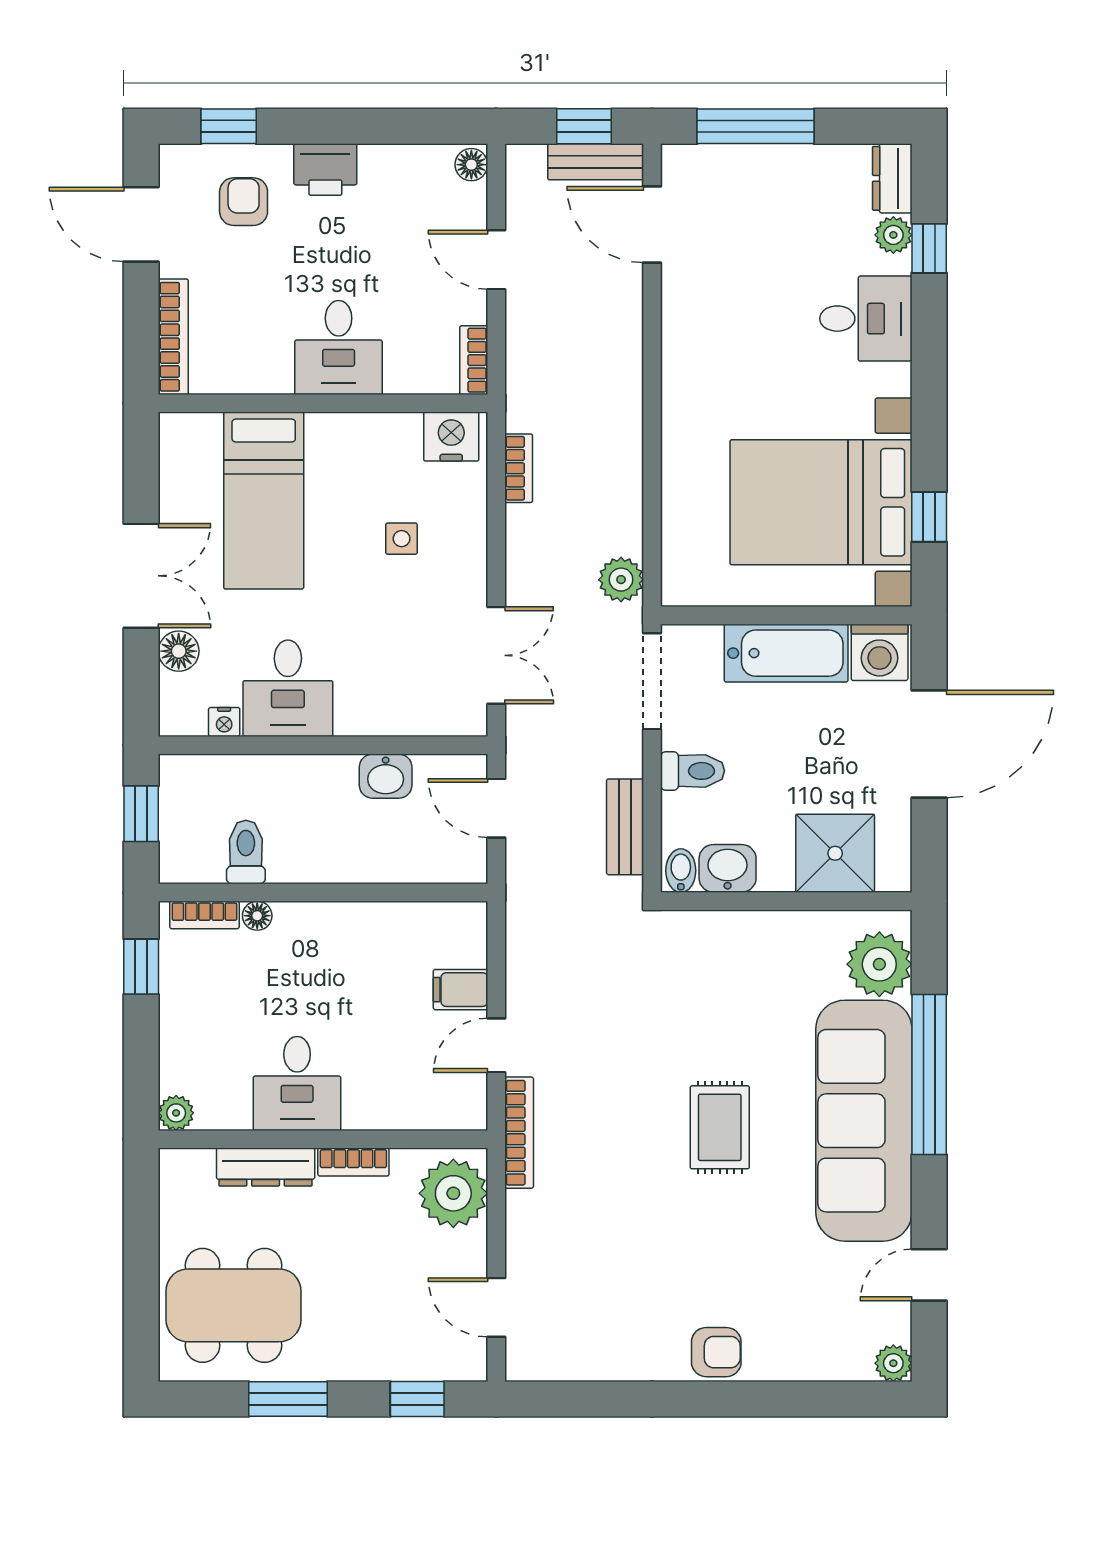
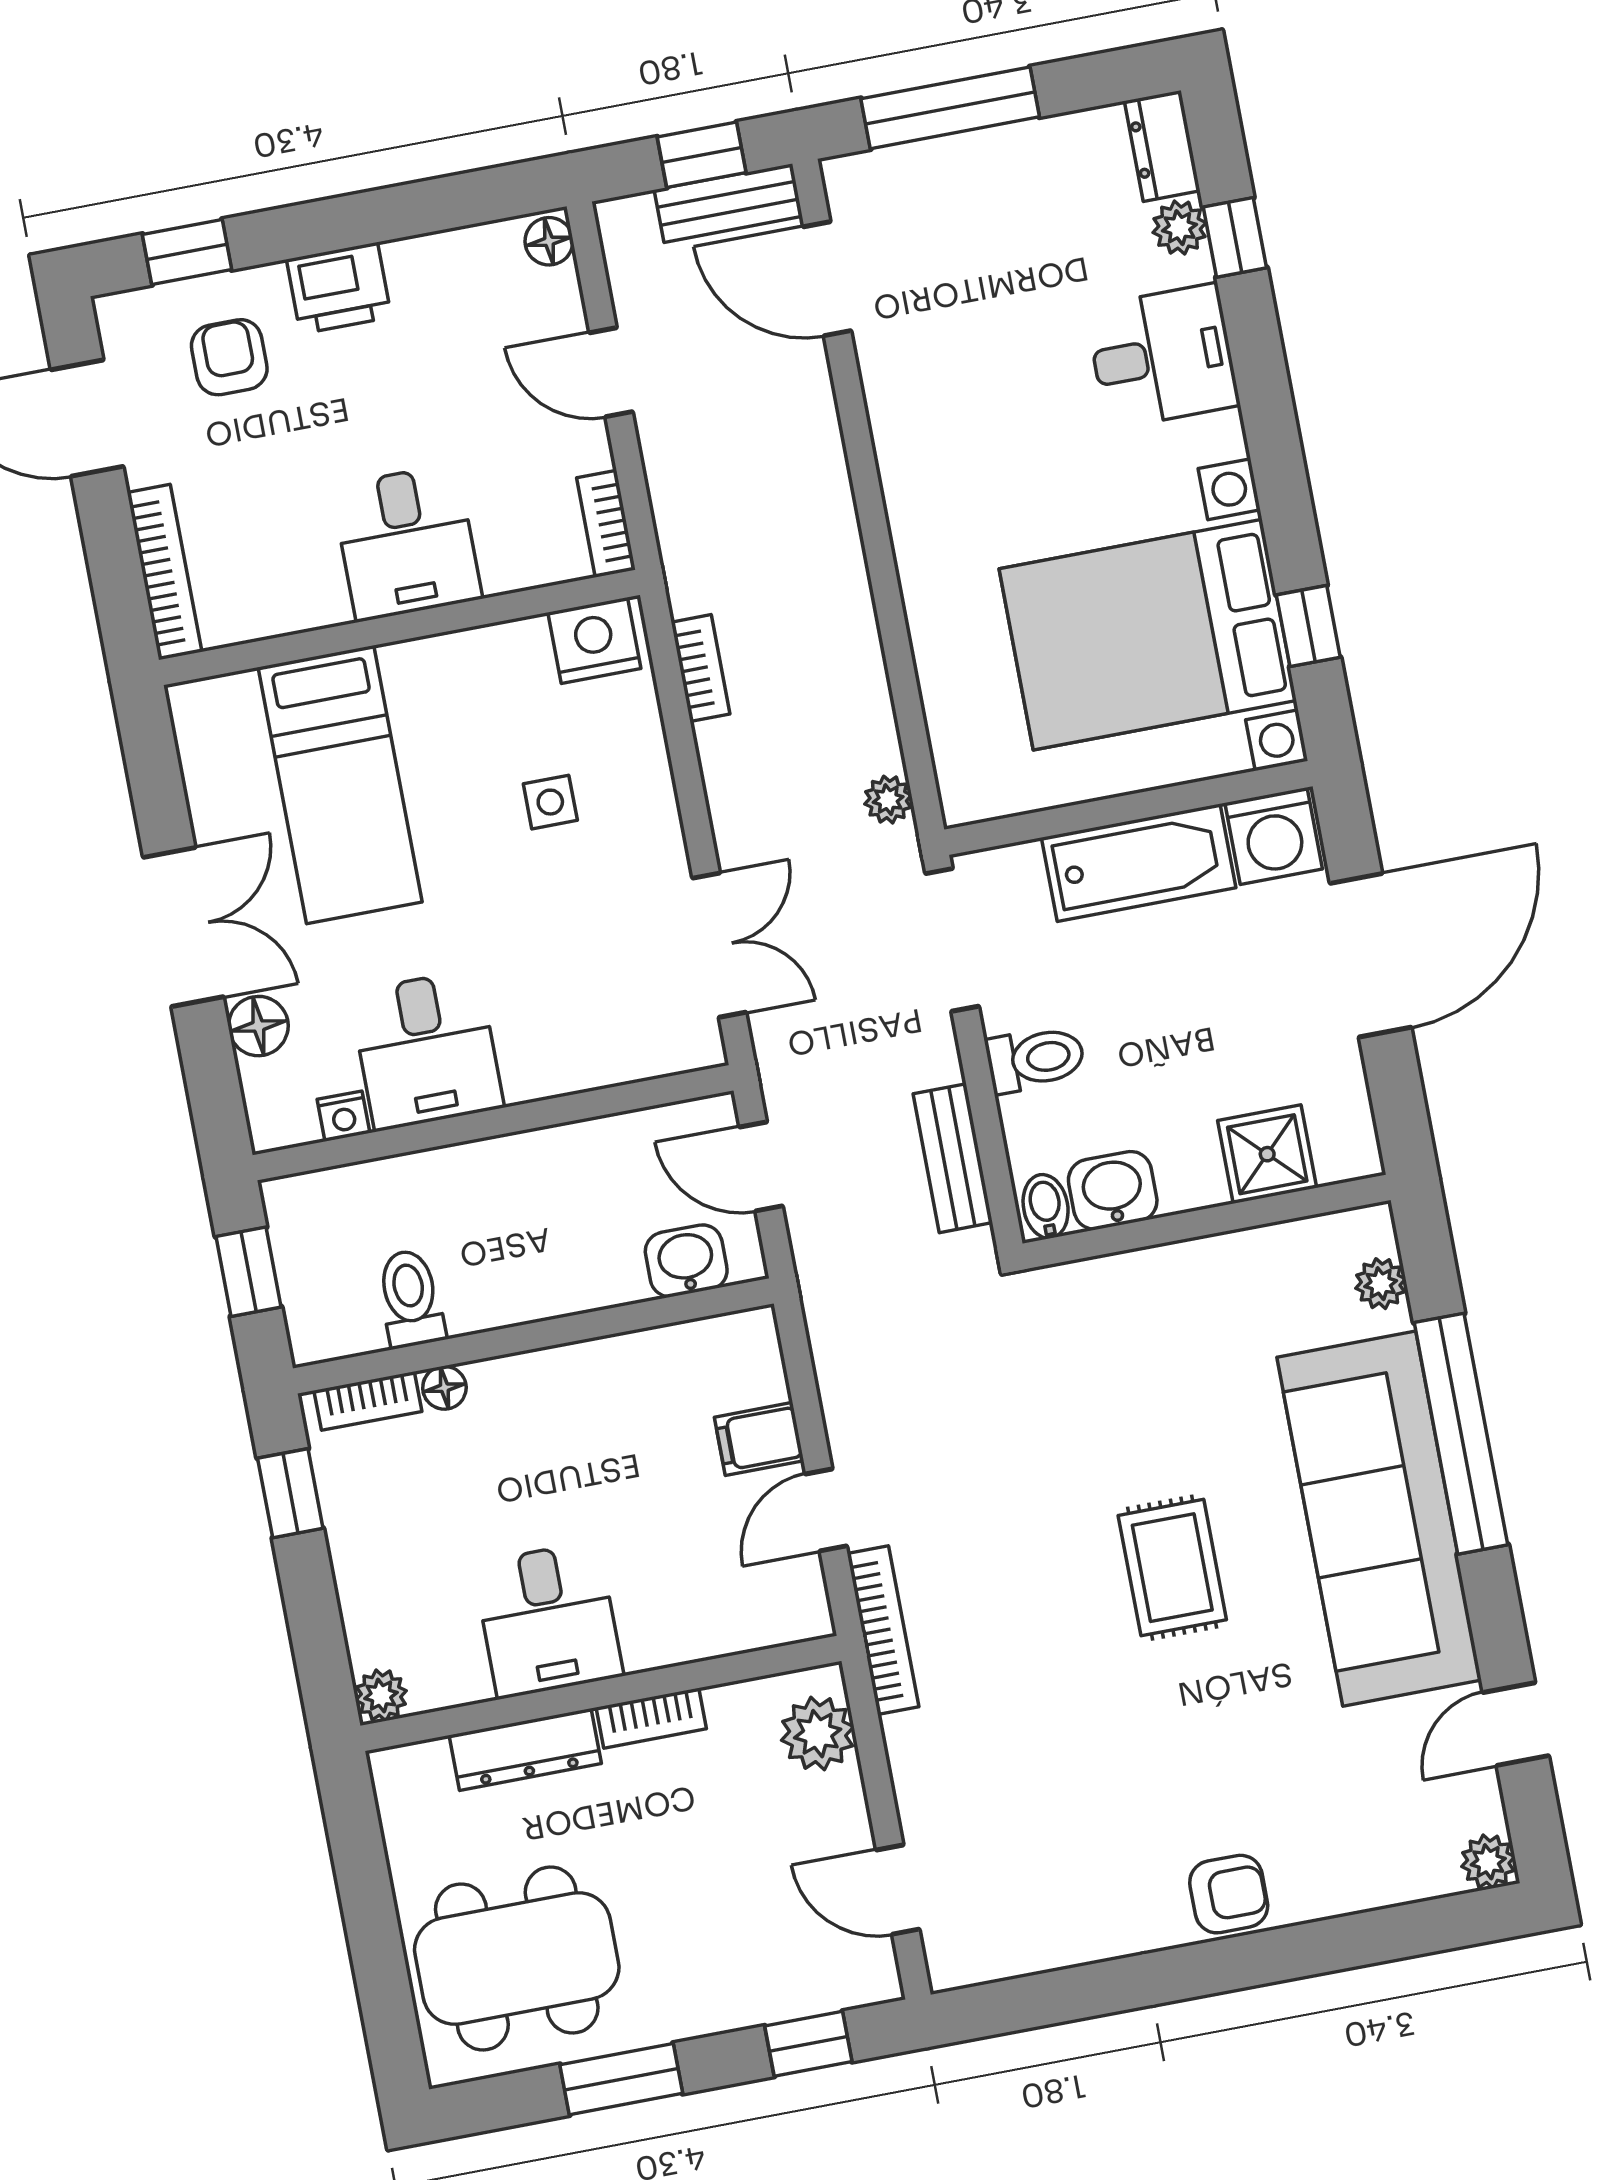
plant: (621, 580) -> (888, 800), width x0.73, depth x0.73
washbasin: (386, 776) -> (686, 1261), moved, turned 180
shower: (835, 853) -> (1267, 1154), width x0.73, depth x0.73
plant: (879, 964) -> (1381, 1284), width x0.53, depth x0.53
plant: (453, 1193) -> (818, 1734), width x0.73, depth x0.73

